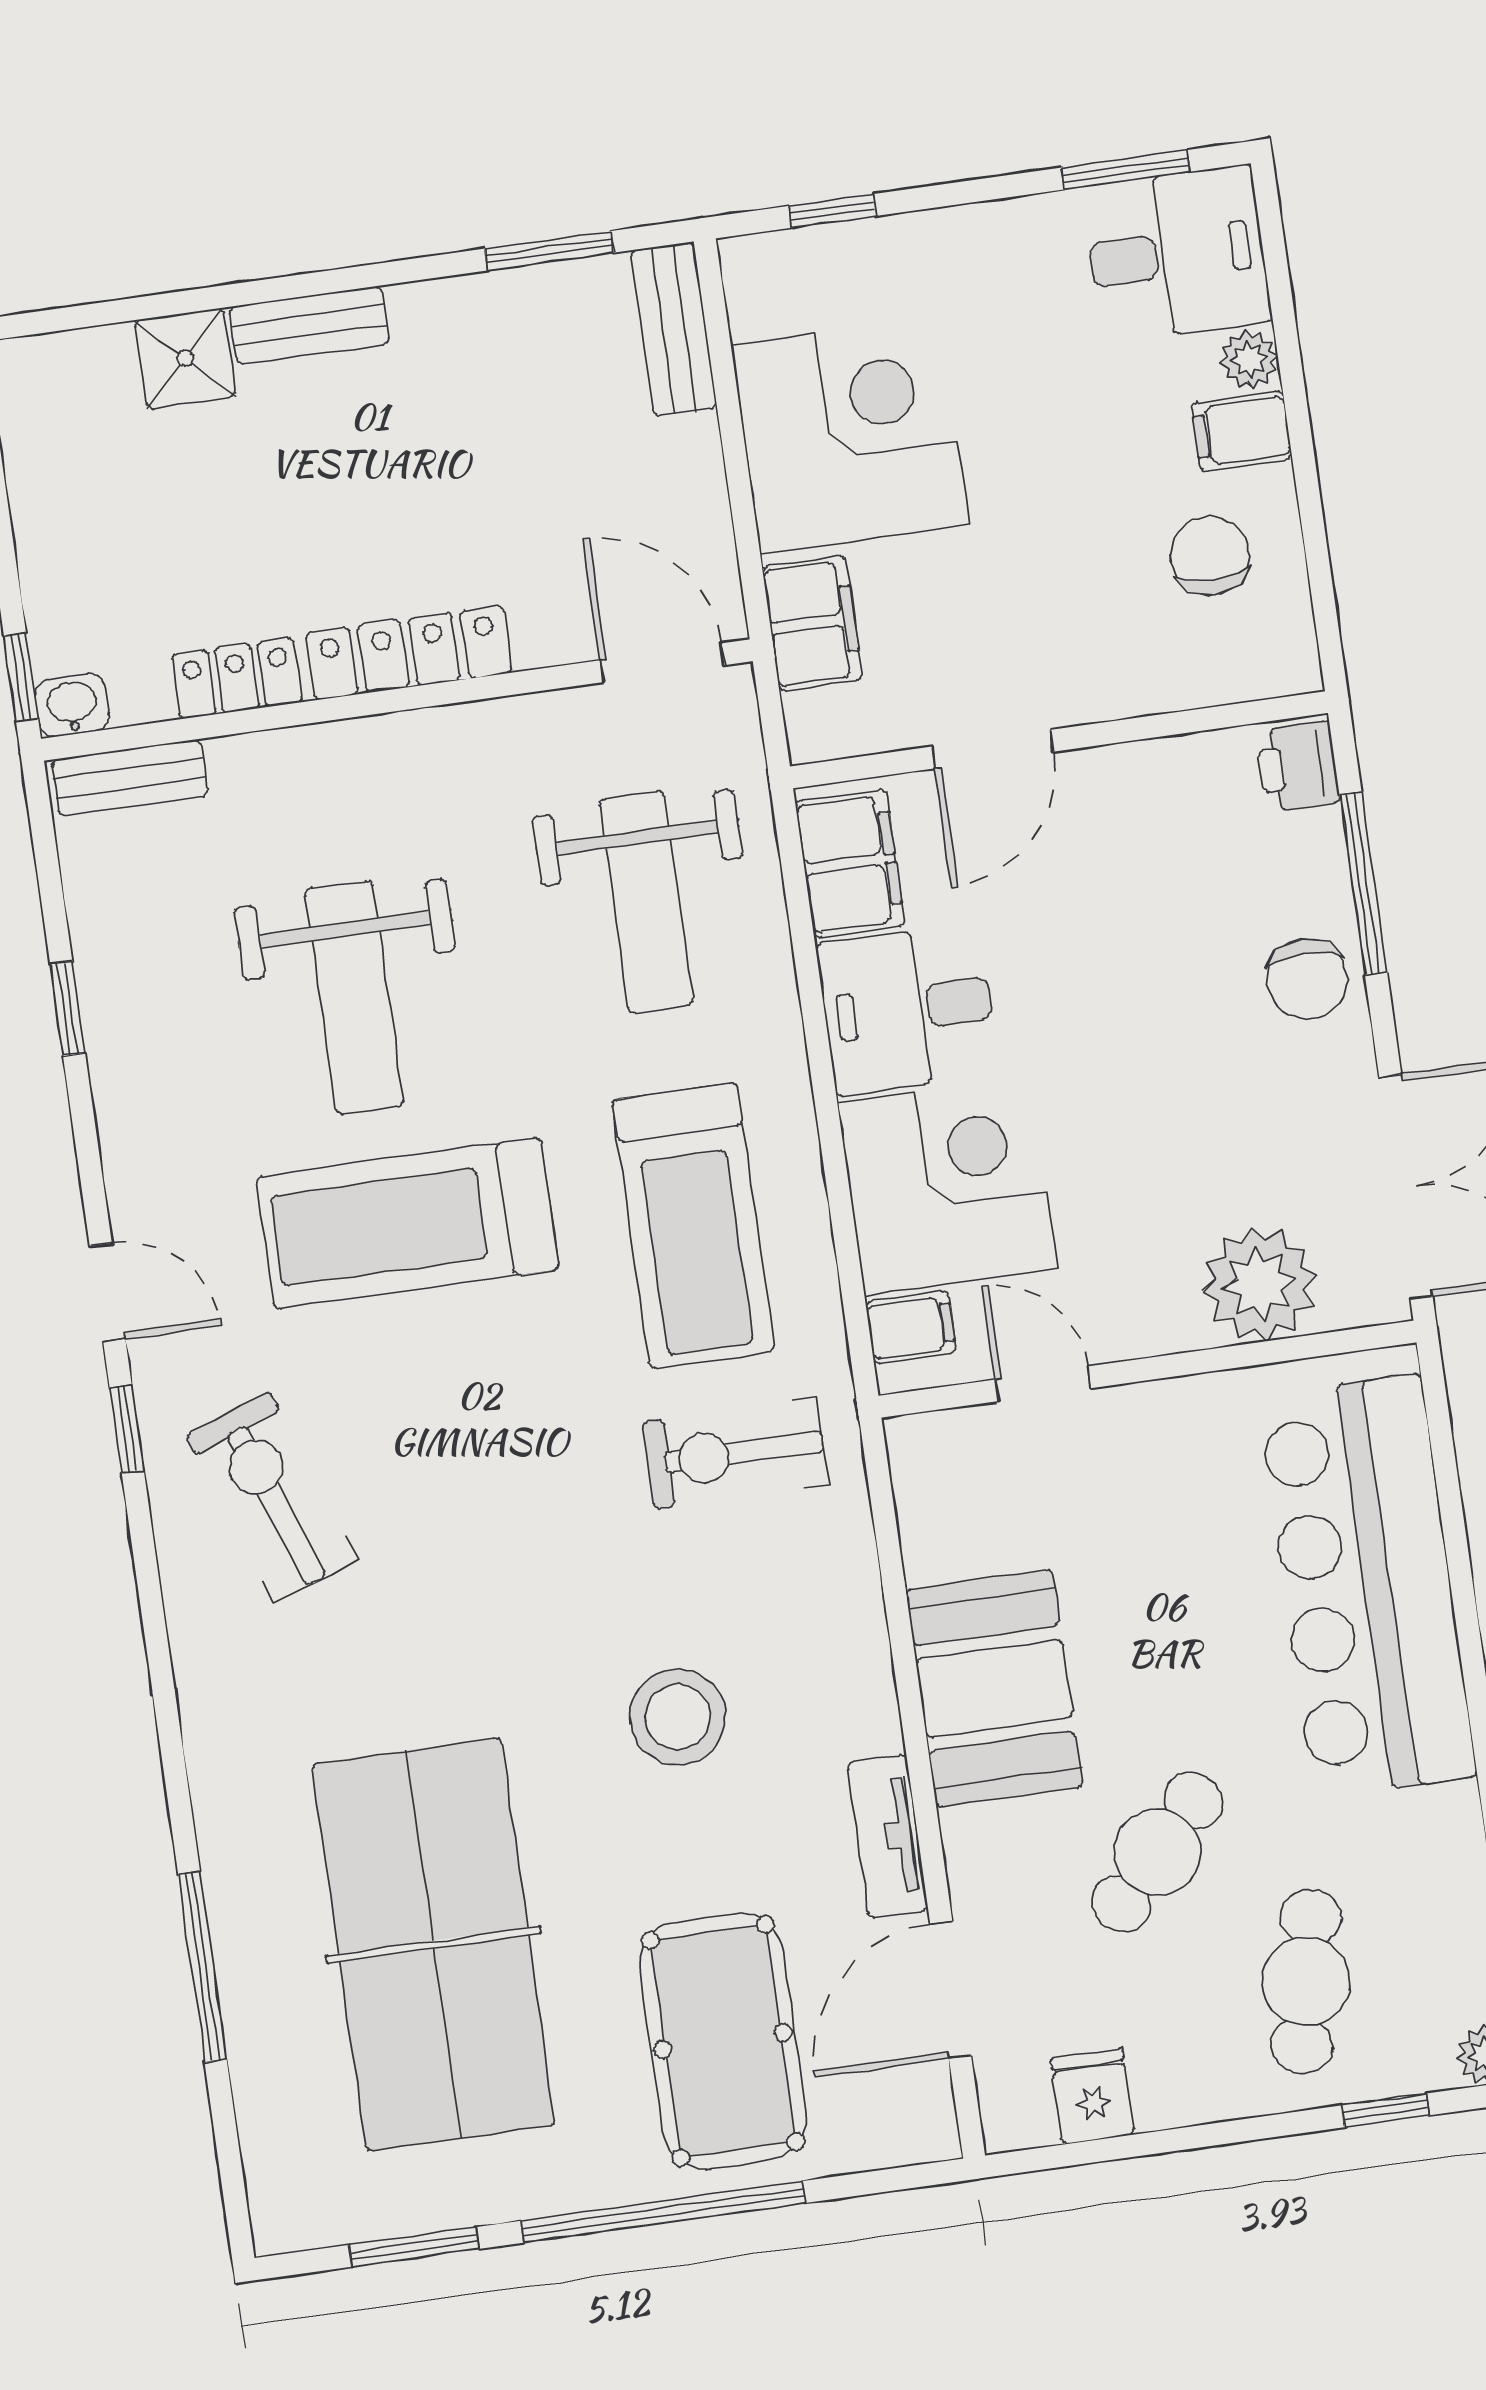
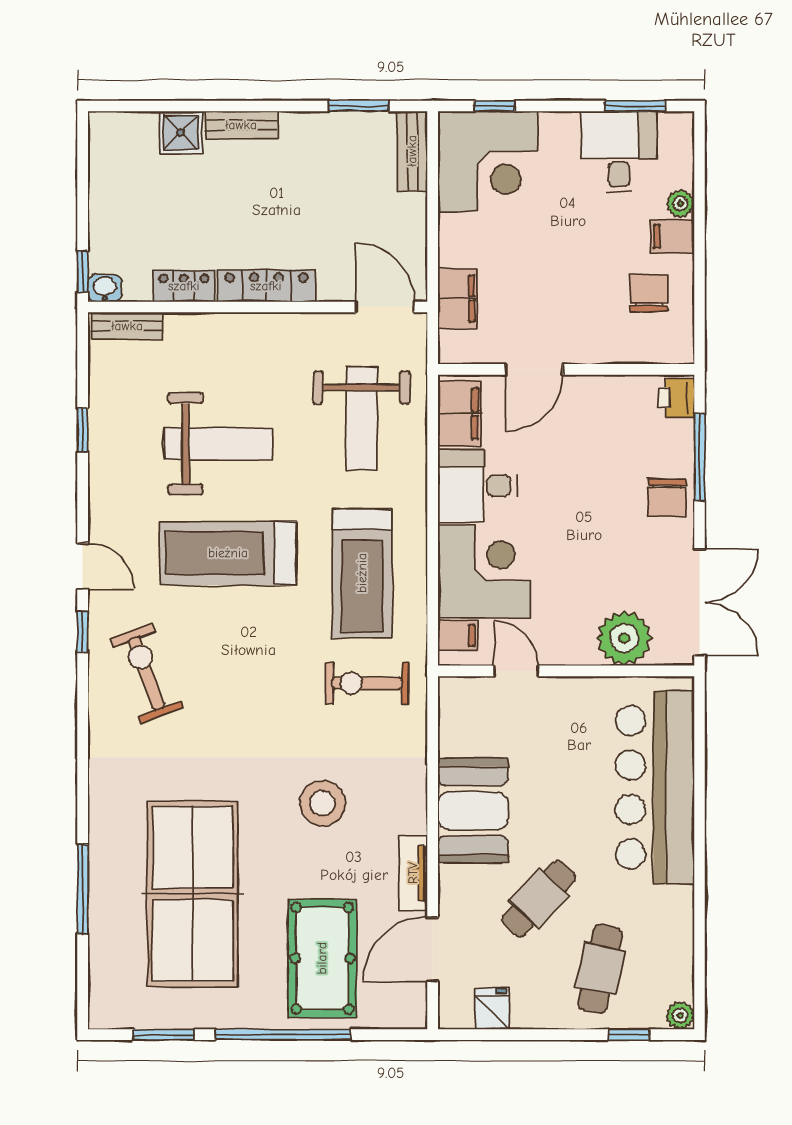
desk: (1177, 254) -> (619, 152), moved, turned -90
corner desk: (850, 435) -> (488, 161), moved, turned 90
weight bench: (354, 997) -> (218, 444), turned -90

